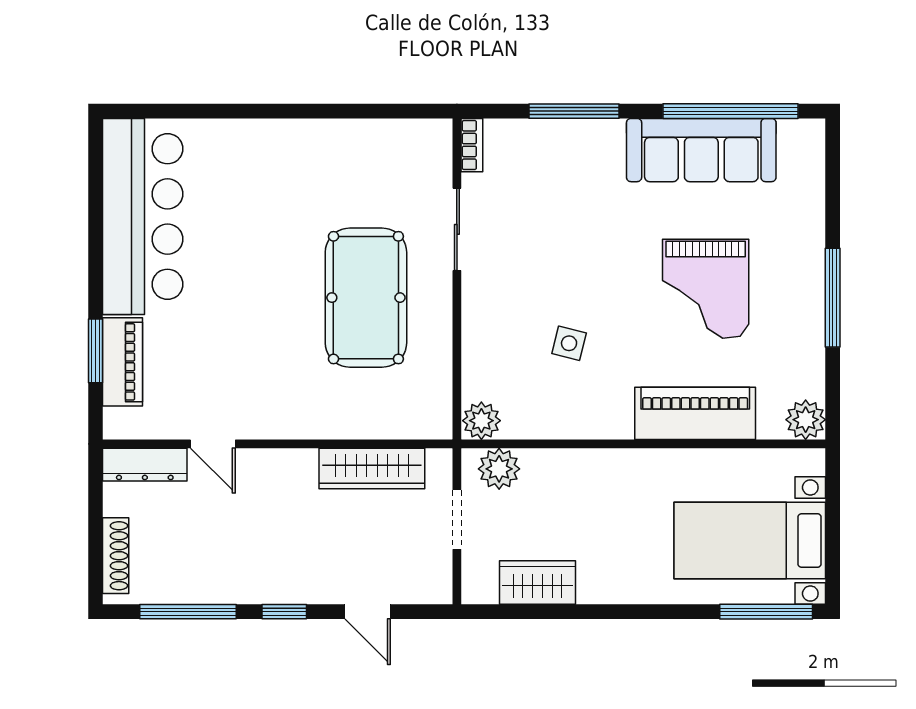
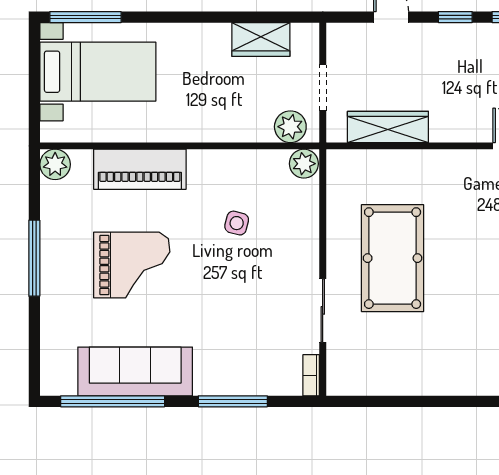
grand piano: (706, 289) -> (132, 265), turned 90

